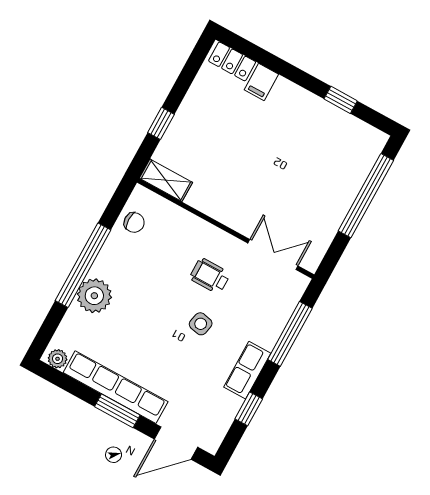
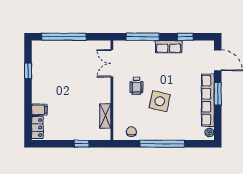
shelving: (166, 180) -> (105, 116), moved
plant: (94, 296) -> (173, 131), removed
side table: (201, 324) -> (160, 101), moved, width x1.87, depth x1.87

